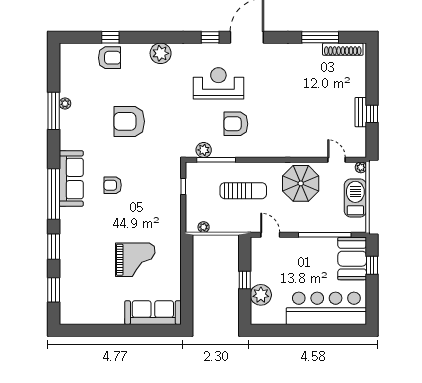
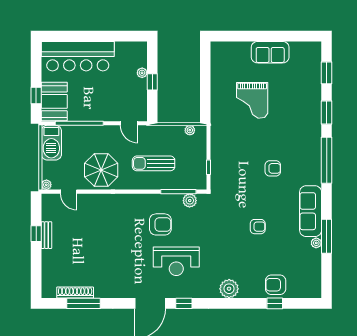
shoe rack: (343, 49) -> (75, 293), moved
armchair: (129, 121) -> (258, 227), width x0.53, depth x0.53
sofa: (71, 178) -> (311, 211), moved
barbecue: (355, 198) -> (51, 143), moved
grand piano: (135, 260) -> (252, 100), turned -90
plant: (261, 295) -> (142, 73), width x0.53, depth x0.53
sofa: (153, 313) -> (270, 52), moved, width x0.73

